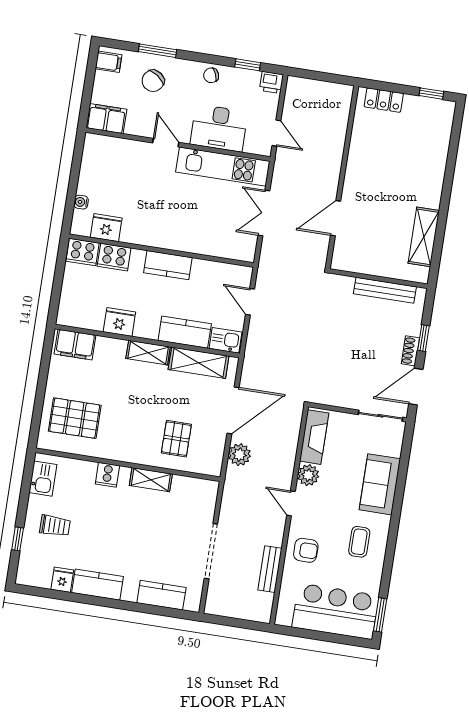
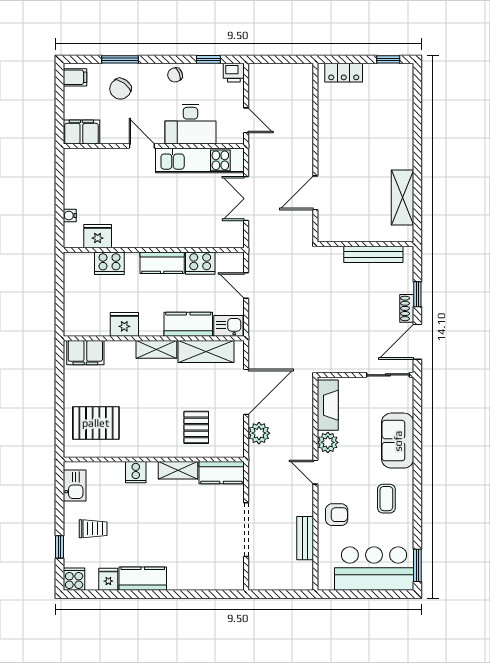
cooker: (82, 252) -> (200, 263), moved
cooker: (27, 574) -> (74, 579), added
kitchen counter: (161, 595) -> (222, 473), moved, turned 180

